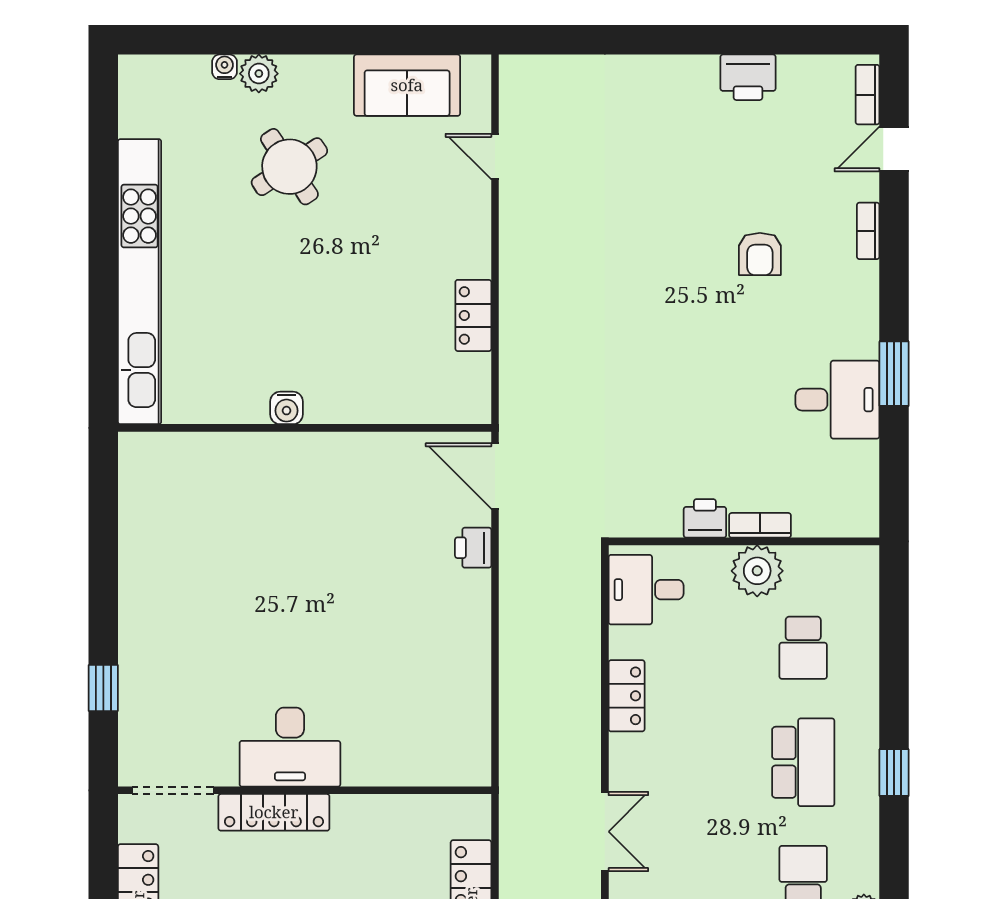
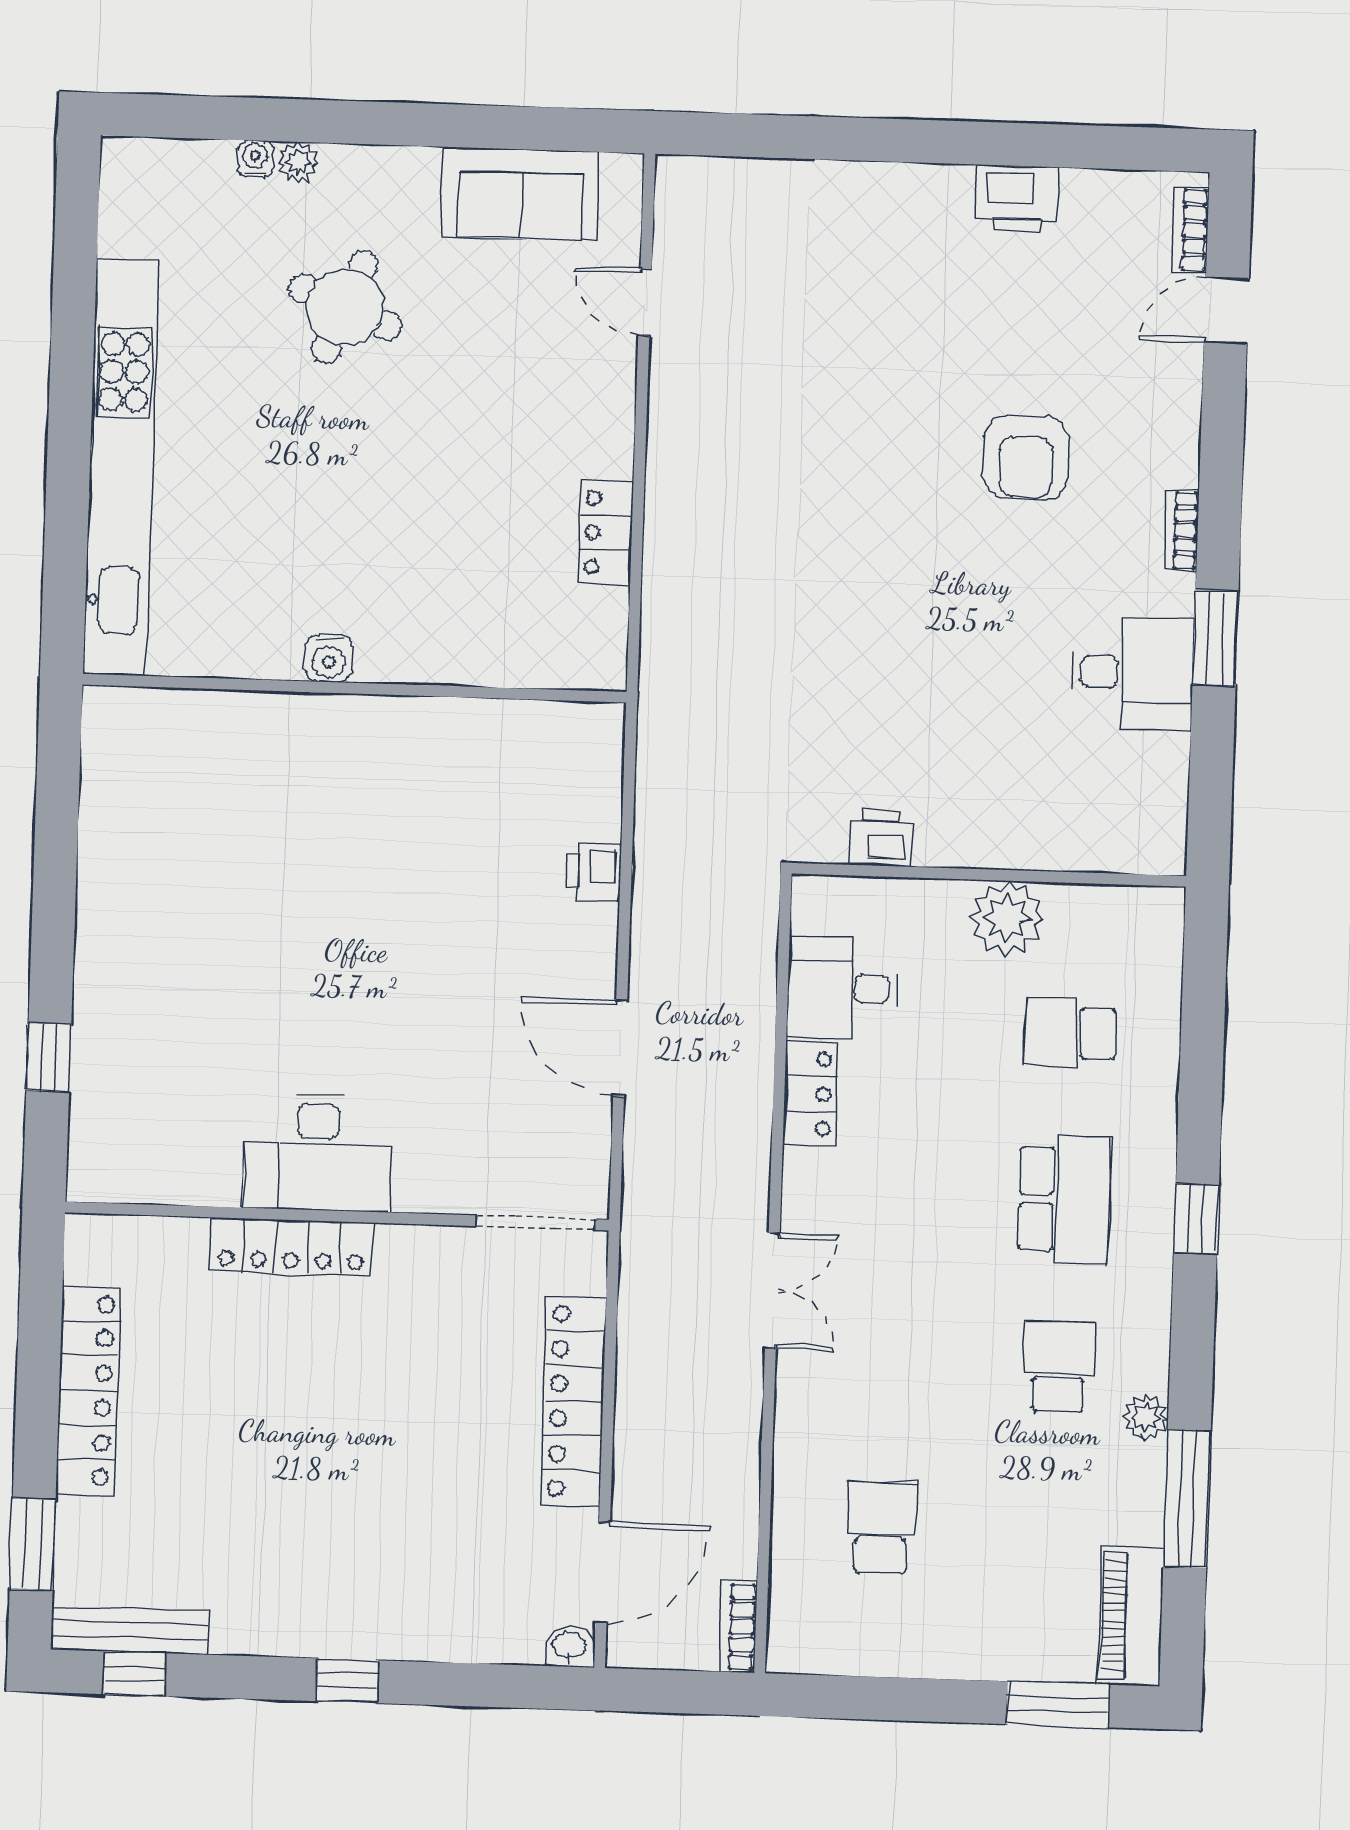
plant: (259, 74) -> (298, 162), width x0.73, depth x0.73
round table: (289, 167) -> (345, 307), turned -35
bookcase: (868, 231) -> (1181, 530), moved
armchair: (760, 254) -> (1026, 457), width x1.38, depth x1.38
door: (495, 476) -> (620, 1048), moved
printer: (705, 518) -> (881, 838), moved
bookcase: (760, 525) -> (1013, 852), removed
desk: (646, 590) -> (842, 988), moved
school desk: (803, 648) -> (1070, 1032), turned 90
doorway: (173, 790) -> (535, 1223), moved

